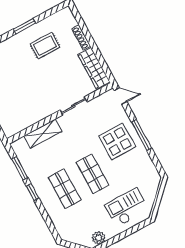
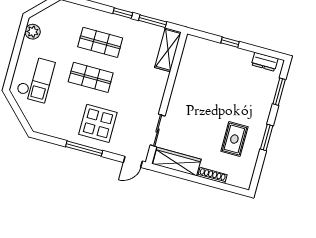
sliding door: (73, 106) -> (158, 130), moved
shelving: (43, 134) -> (168, 50), moved

